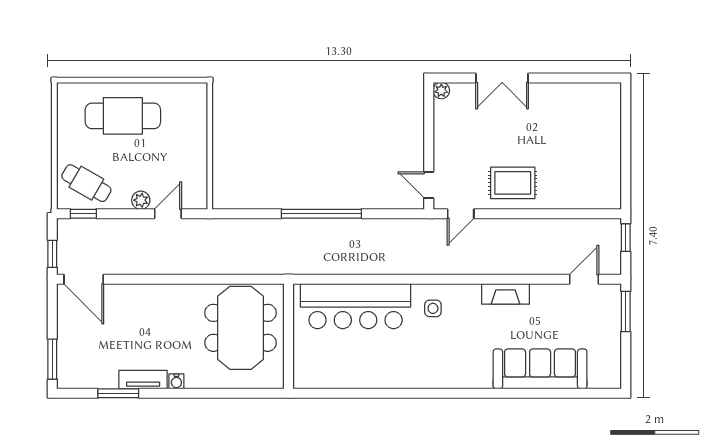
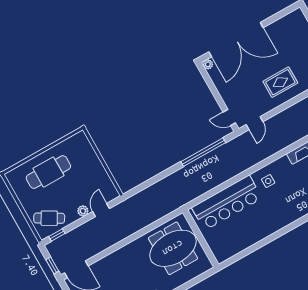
double door: (502, 78) -> (236, 40), width x1.87
rug: (513, 183) -> (280, 82), moved
window: (321, 214) -> (203, 152), moved
meeting table: (241, 328) -> (173, 248), turned 90

